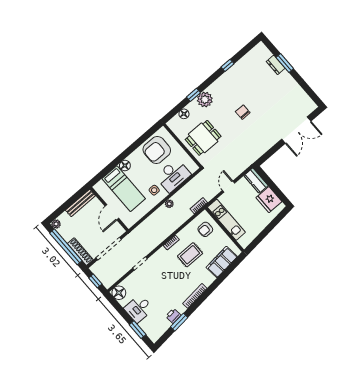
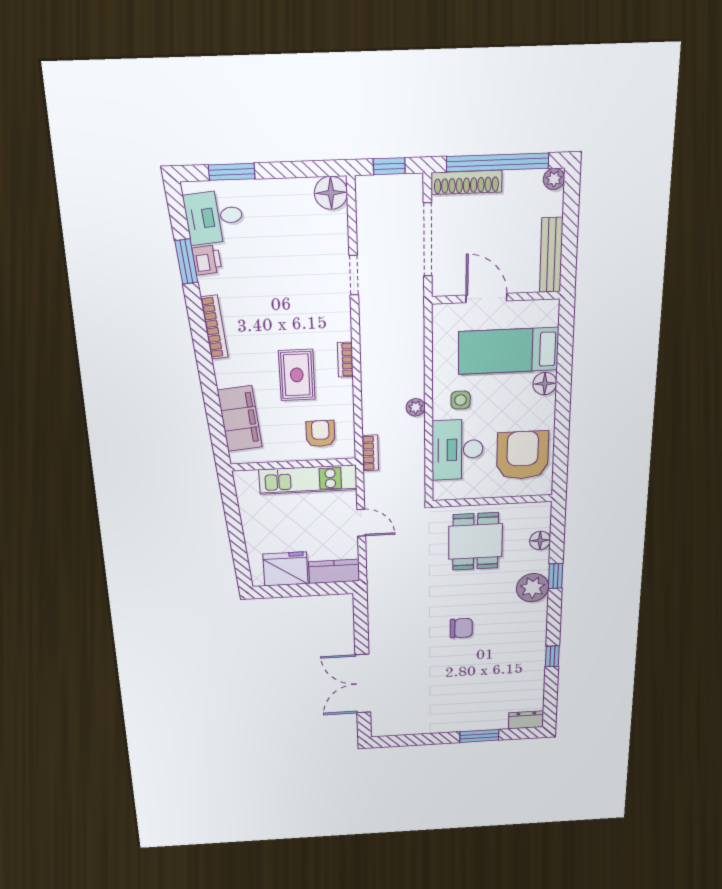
dresser: (276, 65) -> (526, 720), moved
desk: (139, 309) -> (214, 217), moved, turned -95

